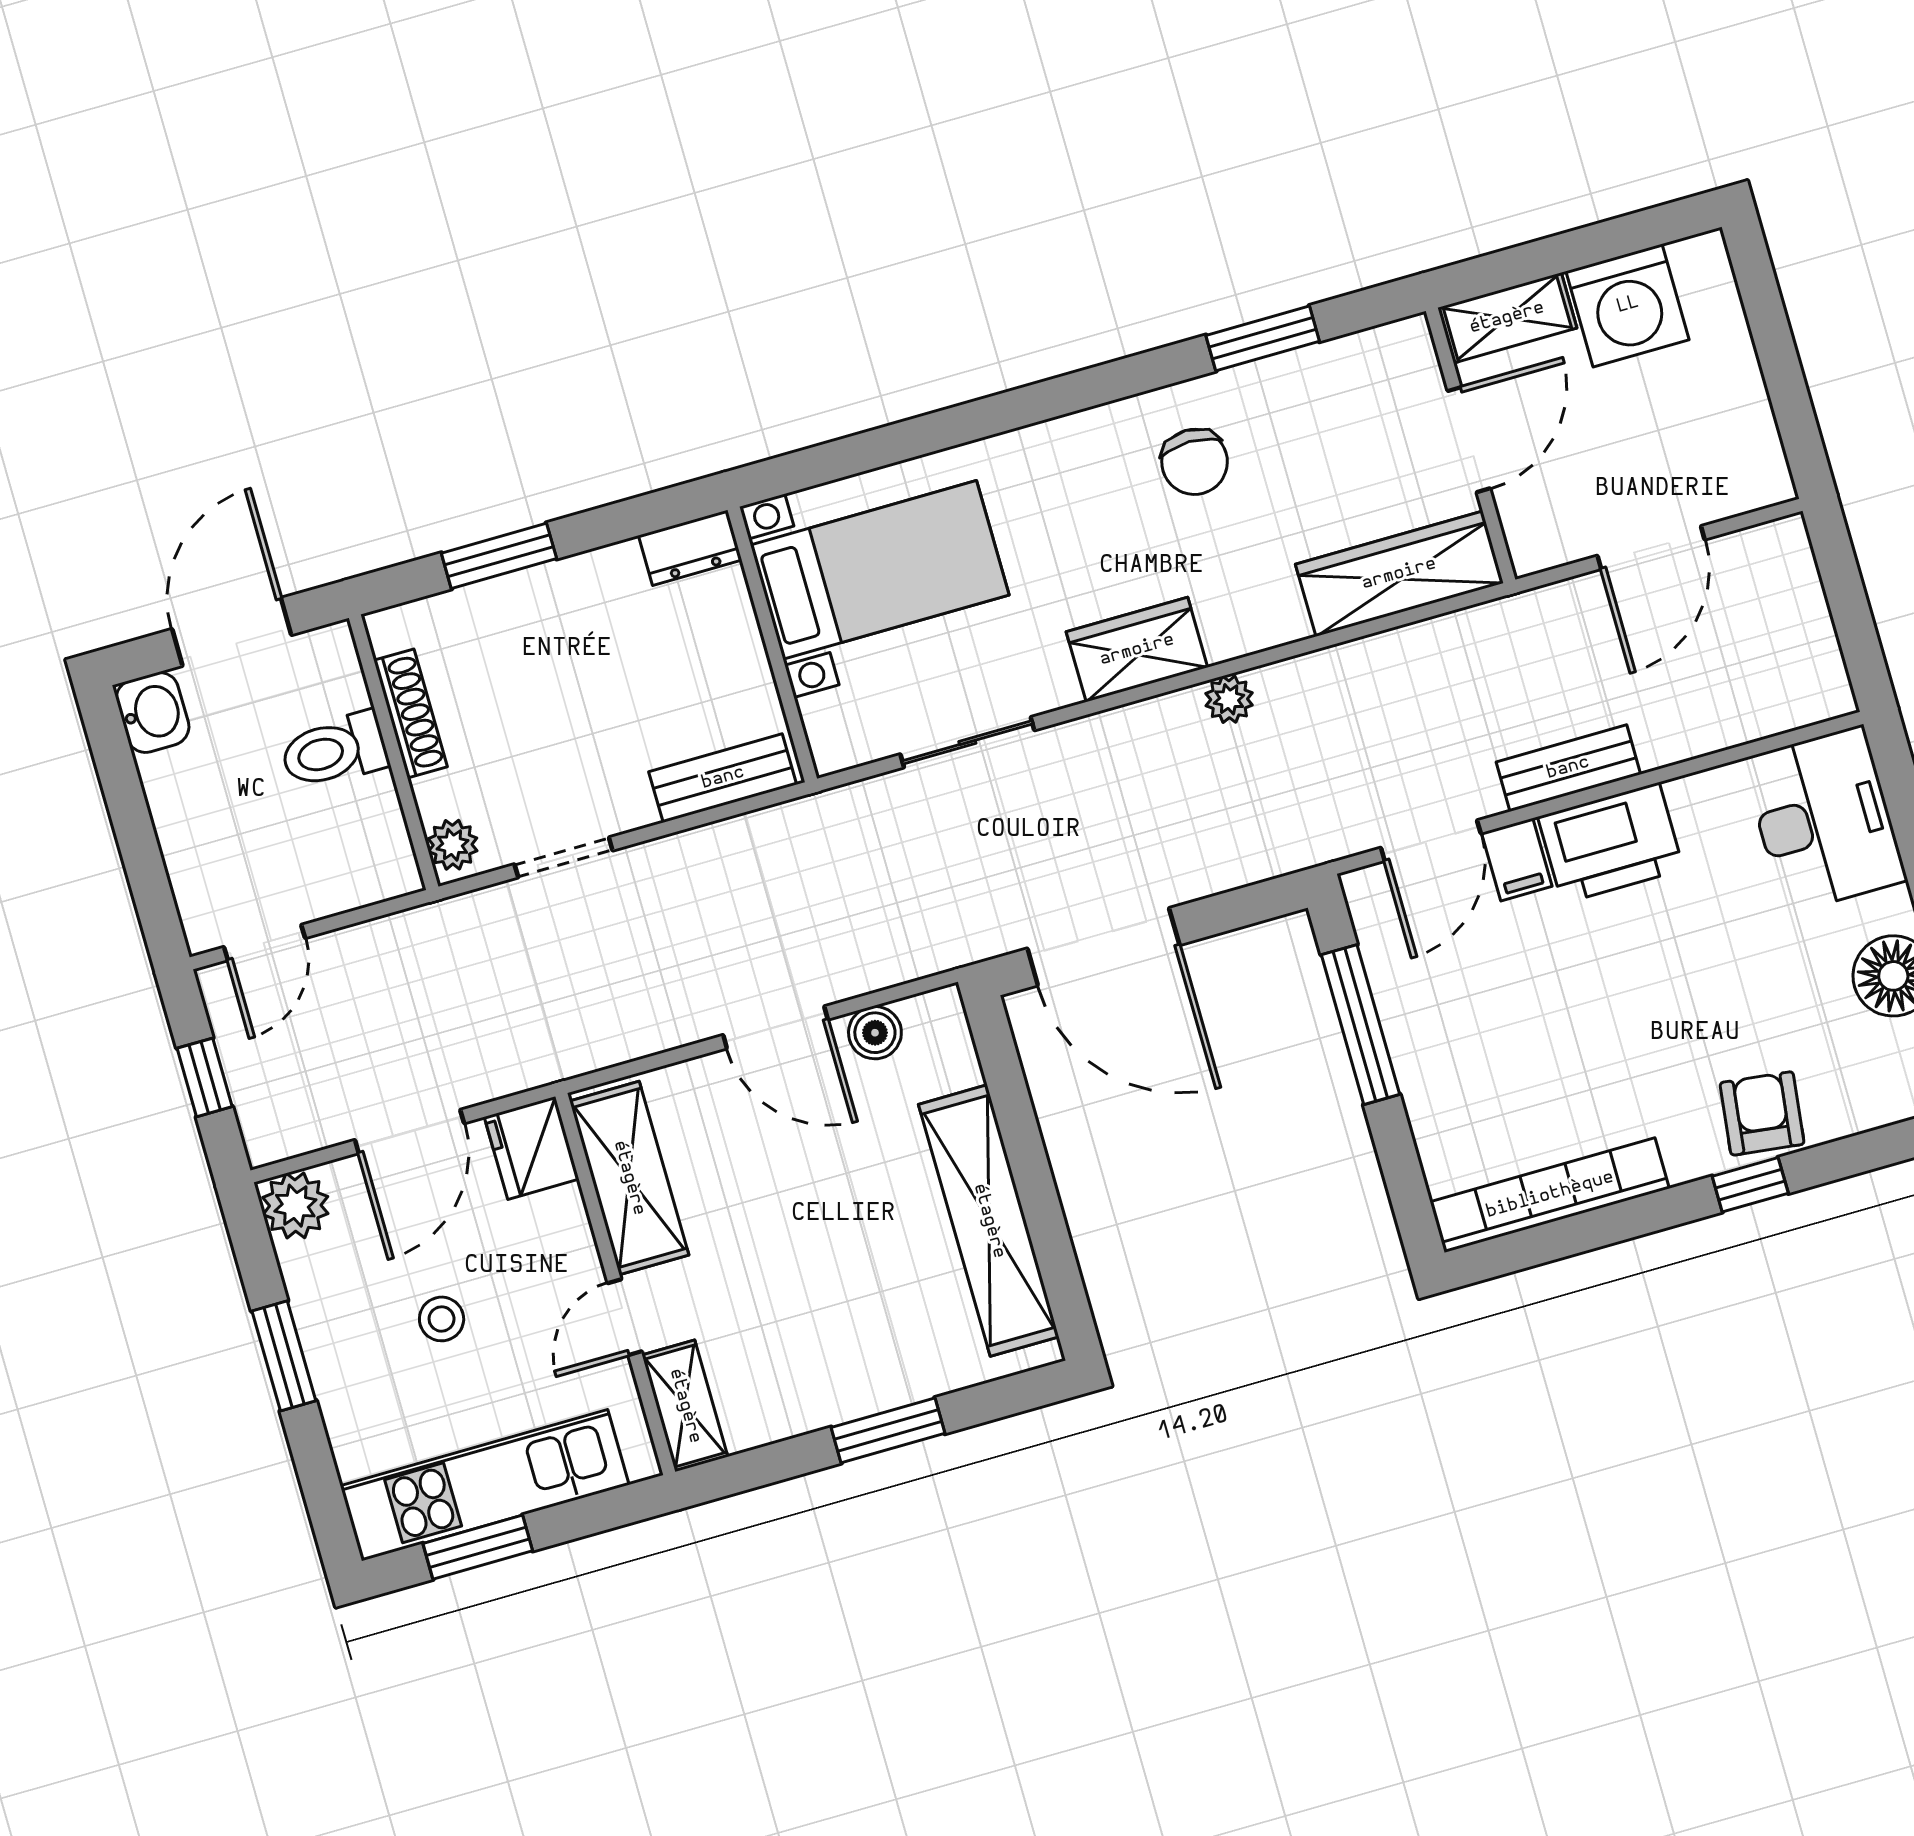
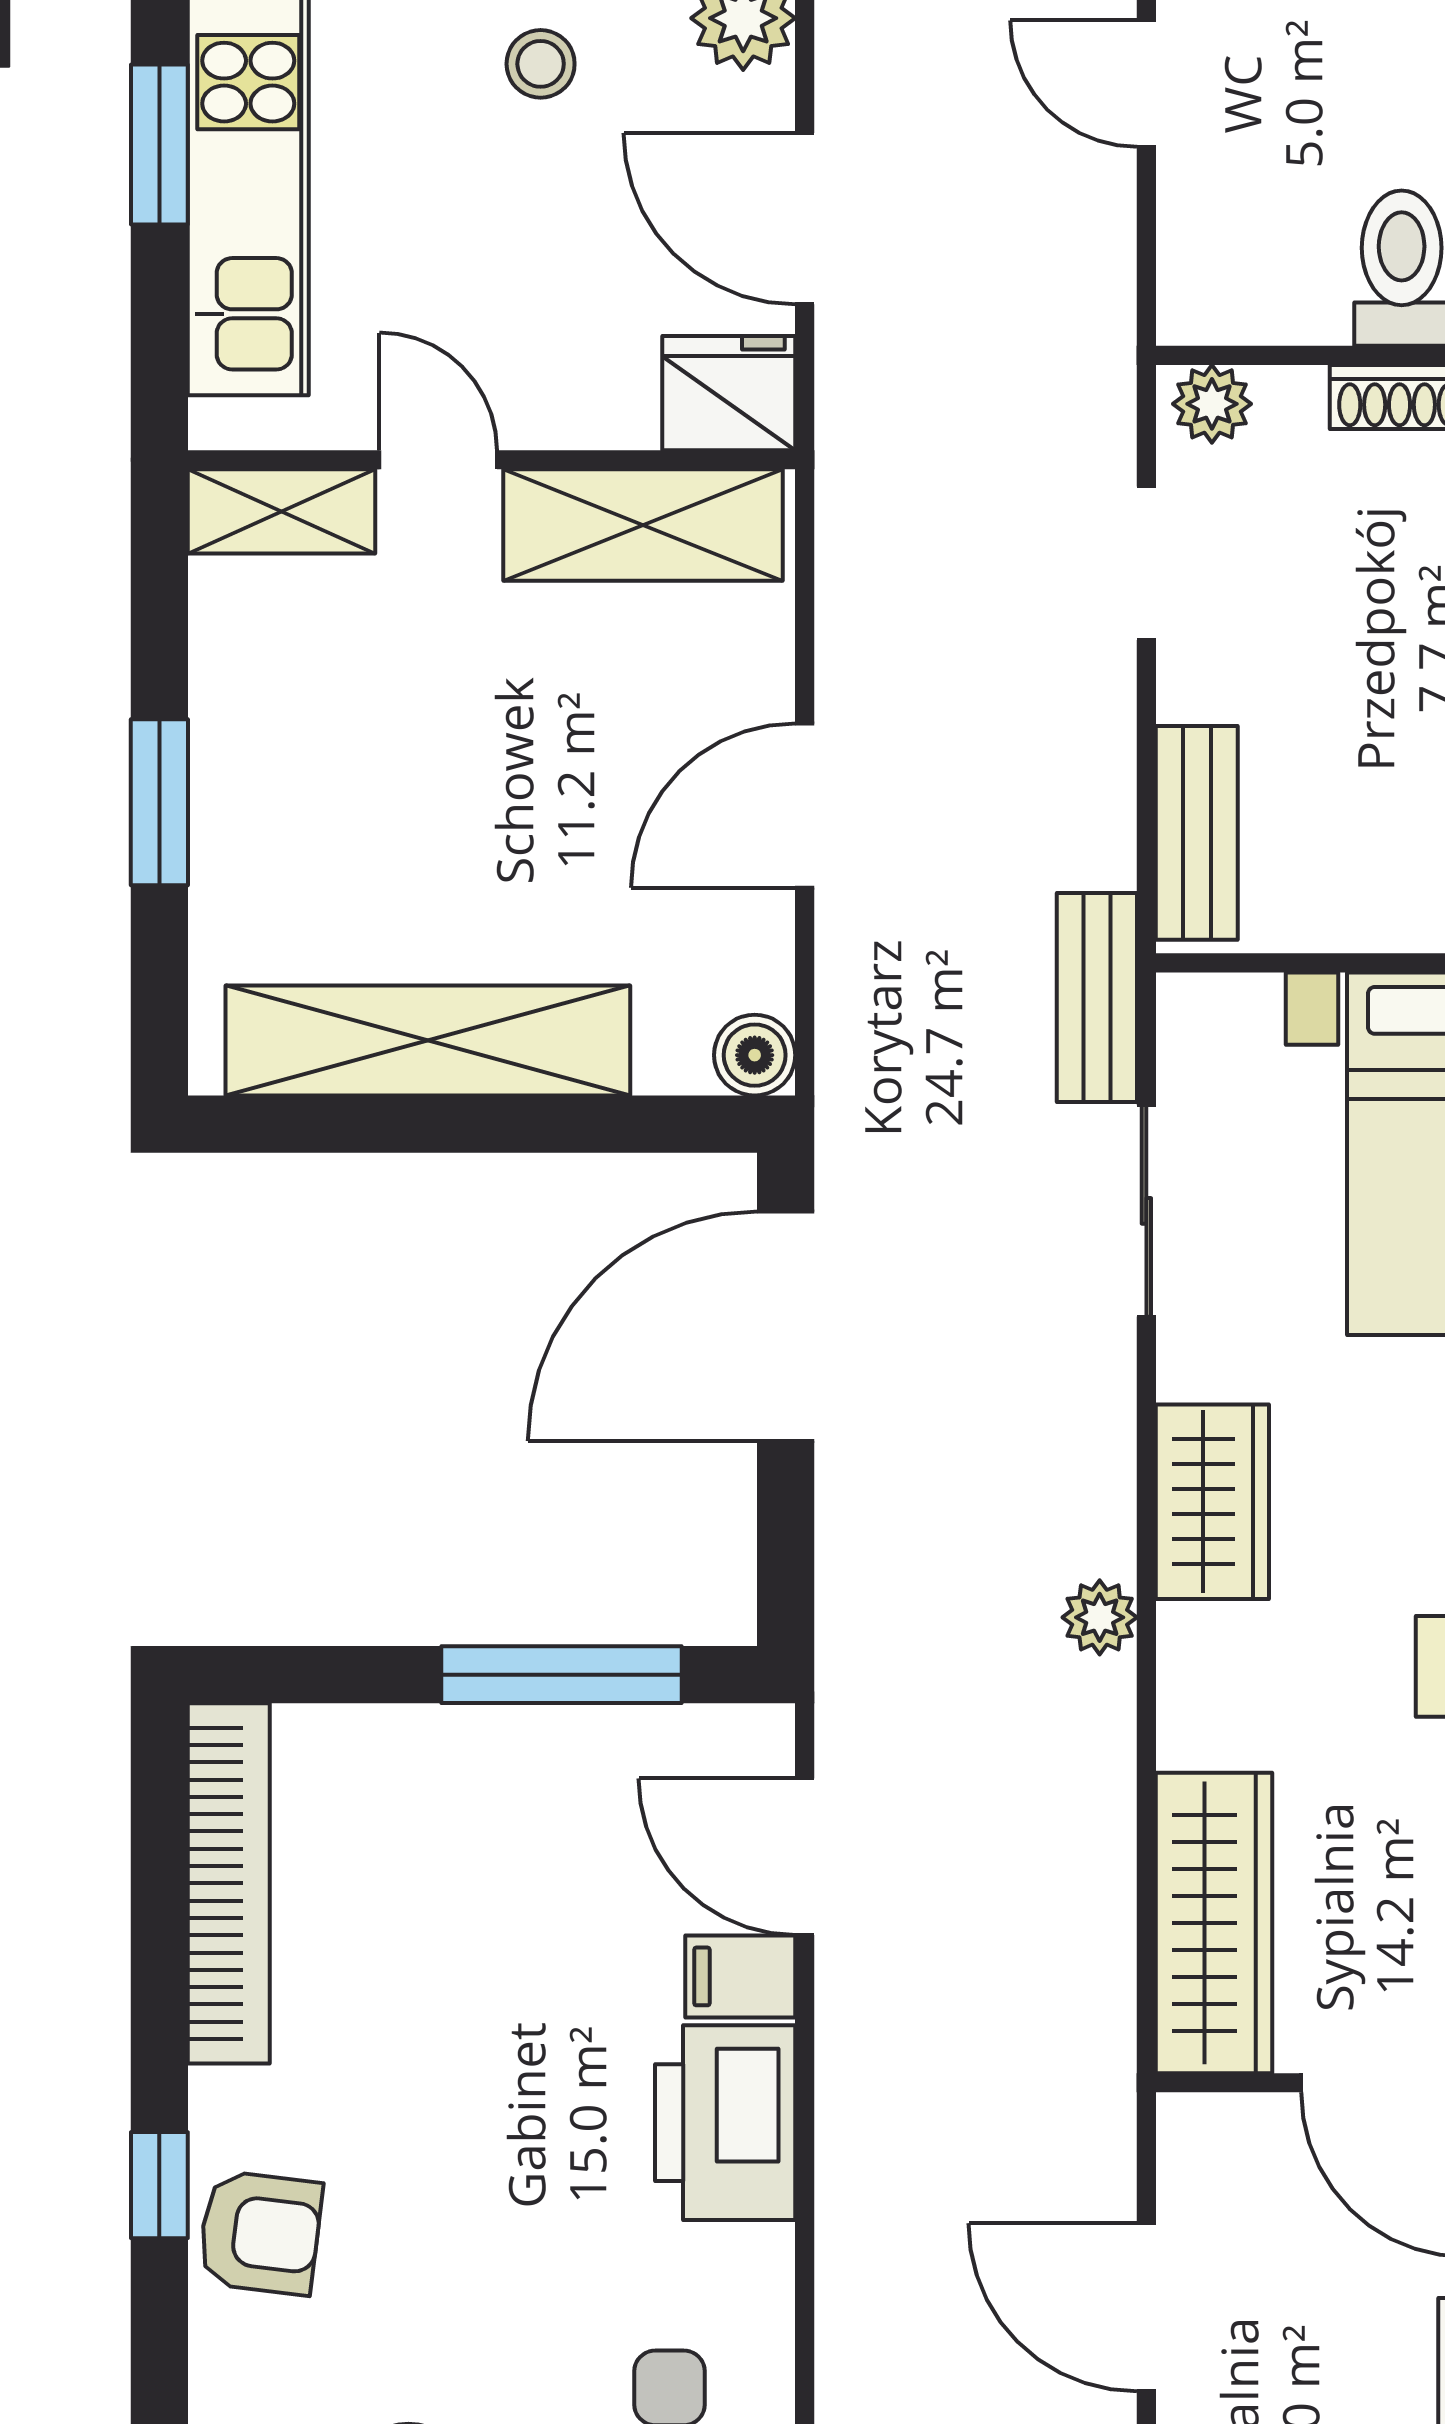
bench: (1568, 768) -> (1097, 997), moved
boiler: (875, 1033) -> (755, 1055), moved
stool: (442, 1319) -> (541, 64), moved

